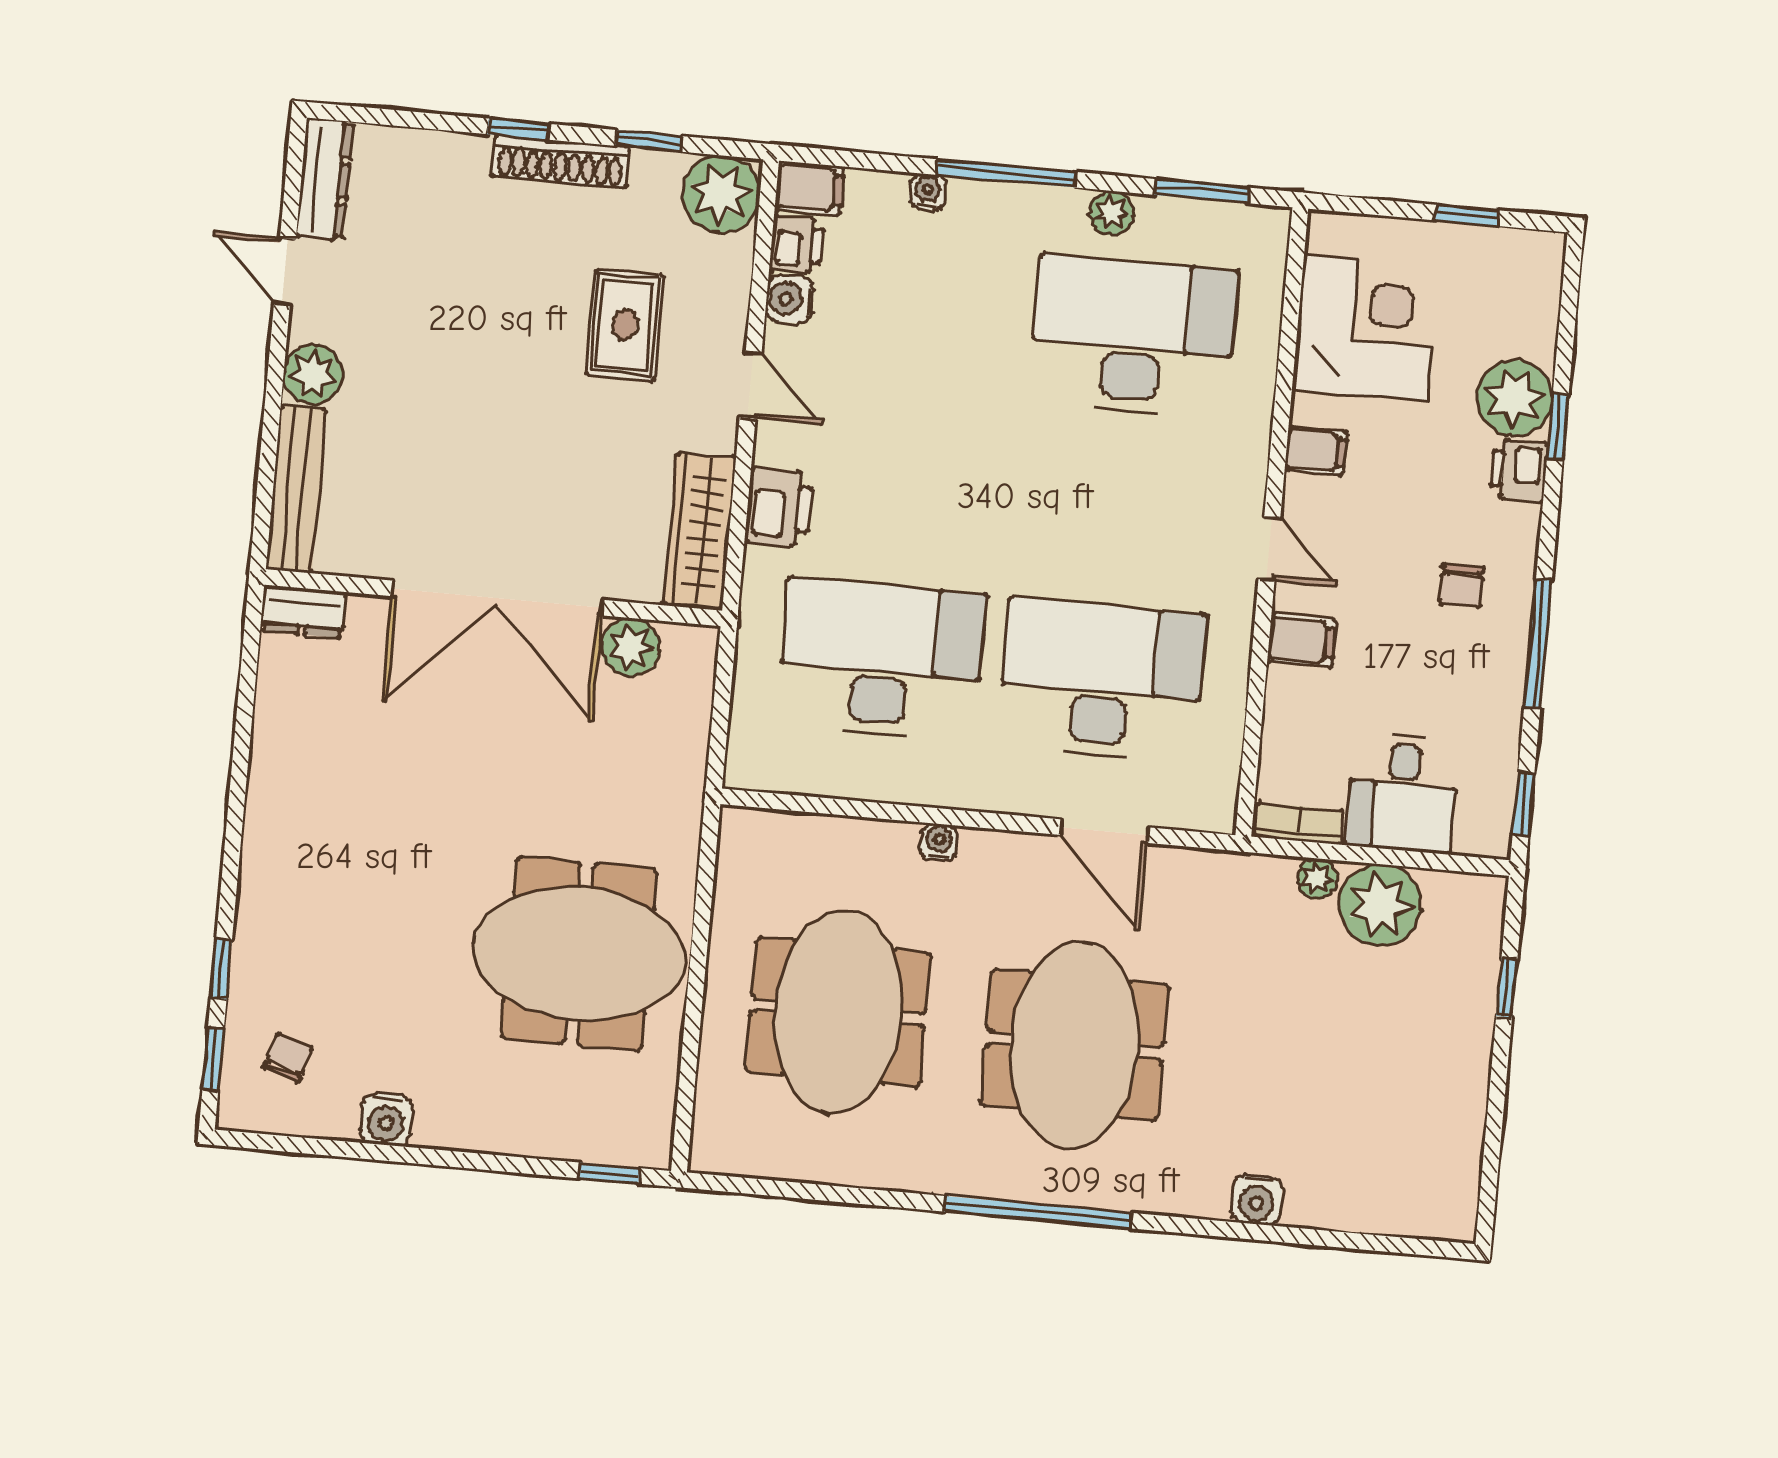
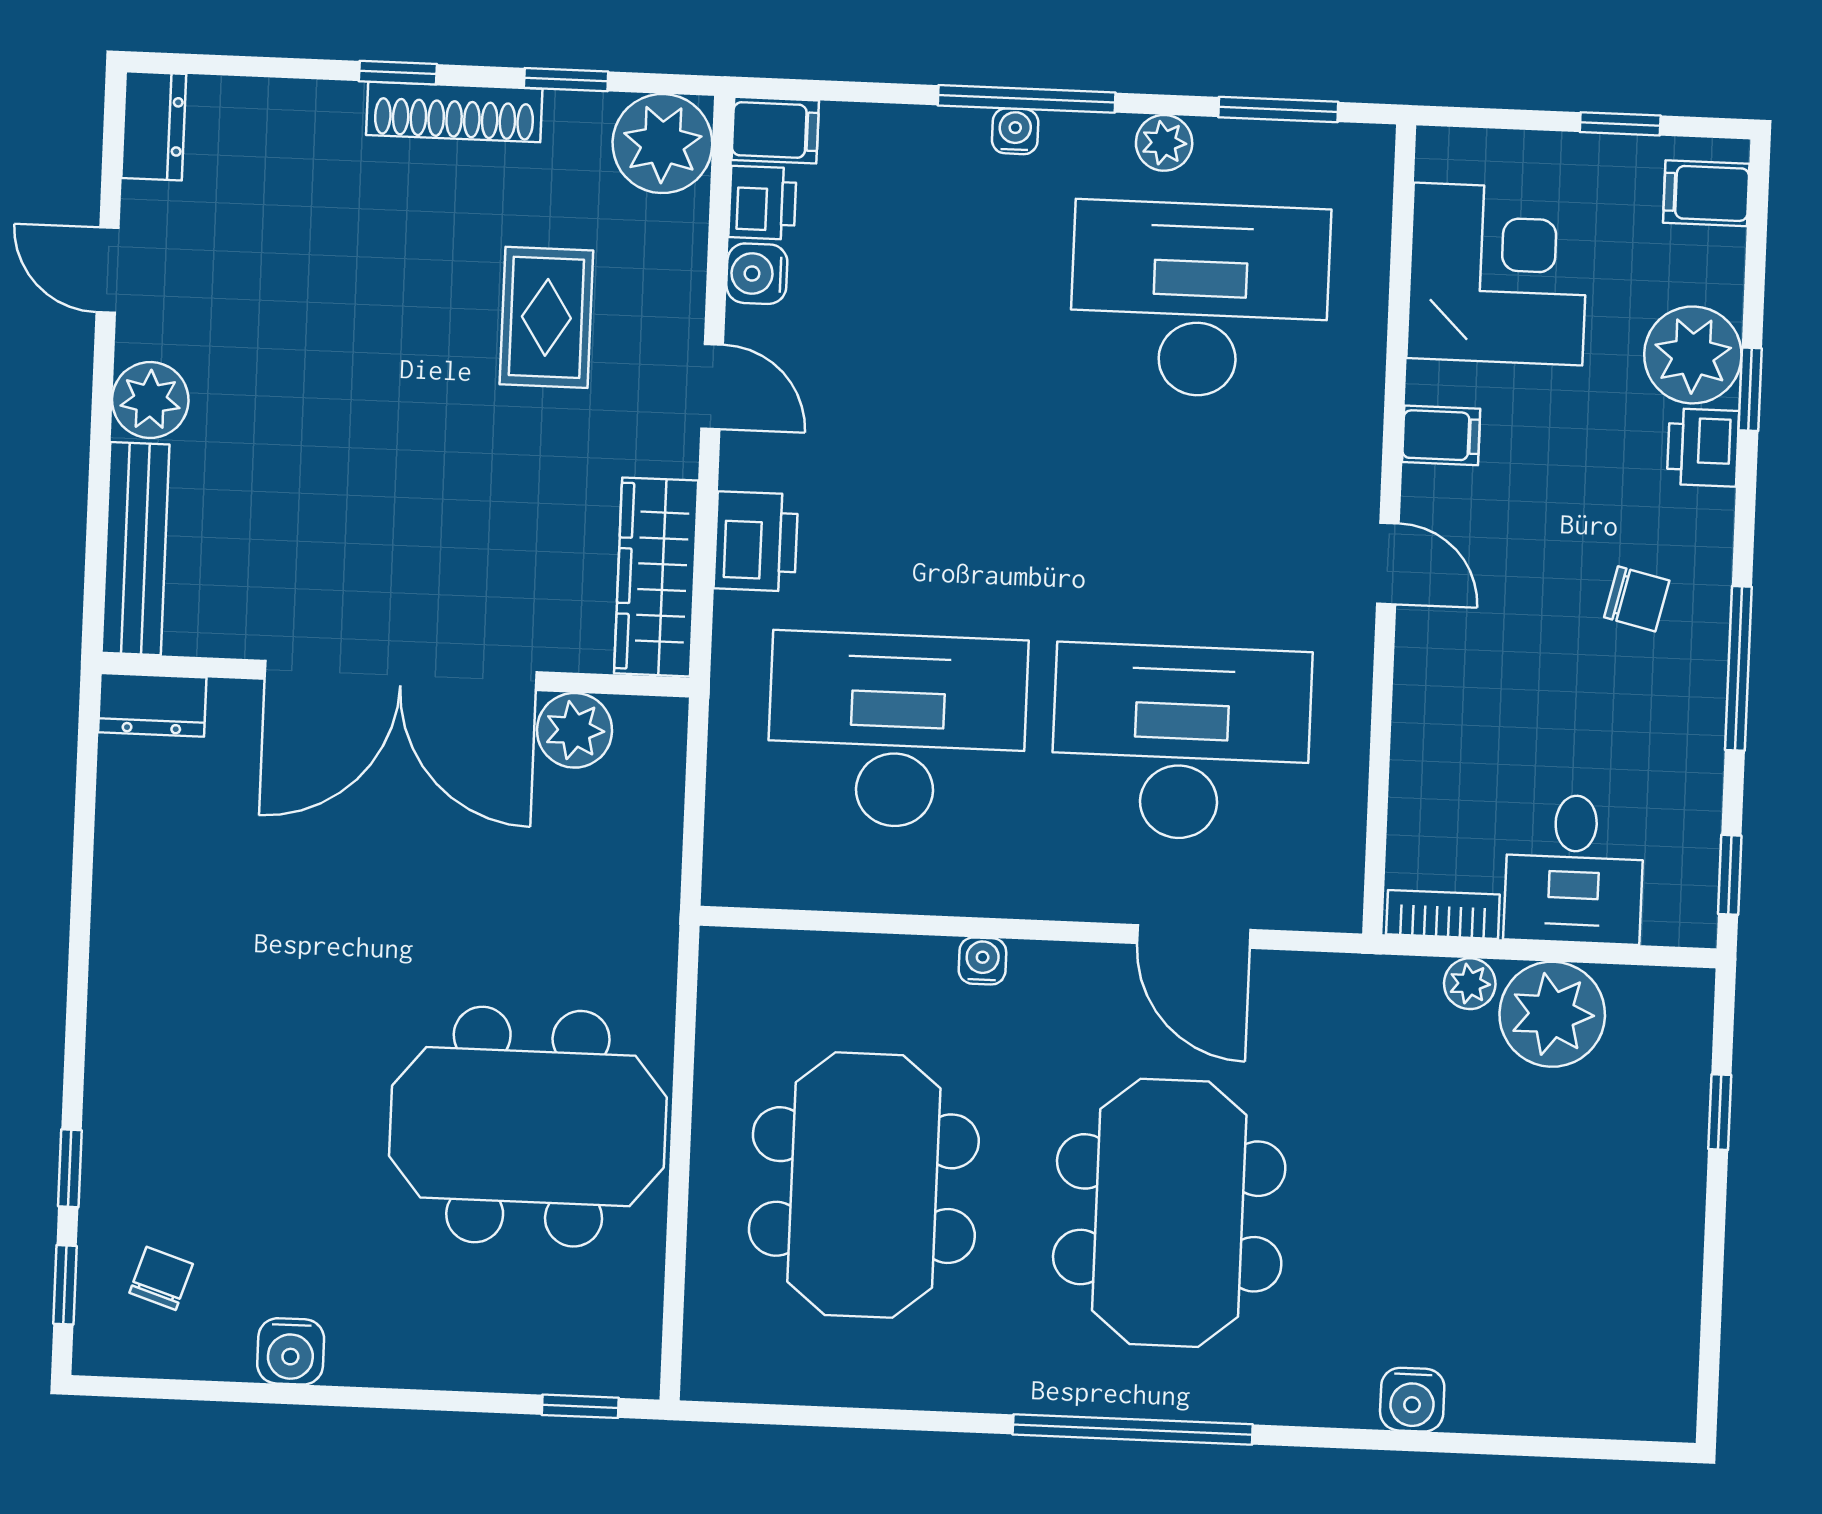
dresser: (325, 179) -> (154, 126), width x0.70
water cooler: (928, 192) -> (1015, 131), moved
chair: (1462, 585) -> (1637, 599), turned -77
filing cabinet: (1302, 641) -> (1706, 193), moved, turned 180

